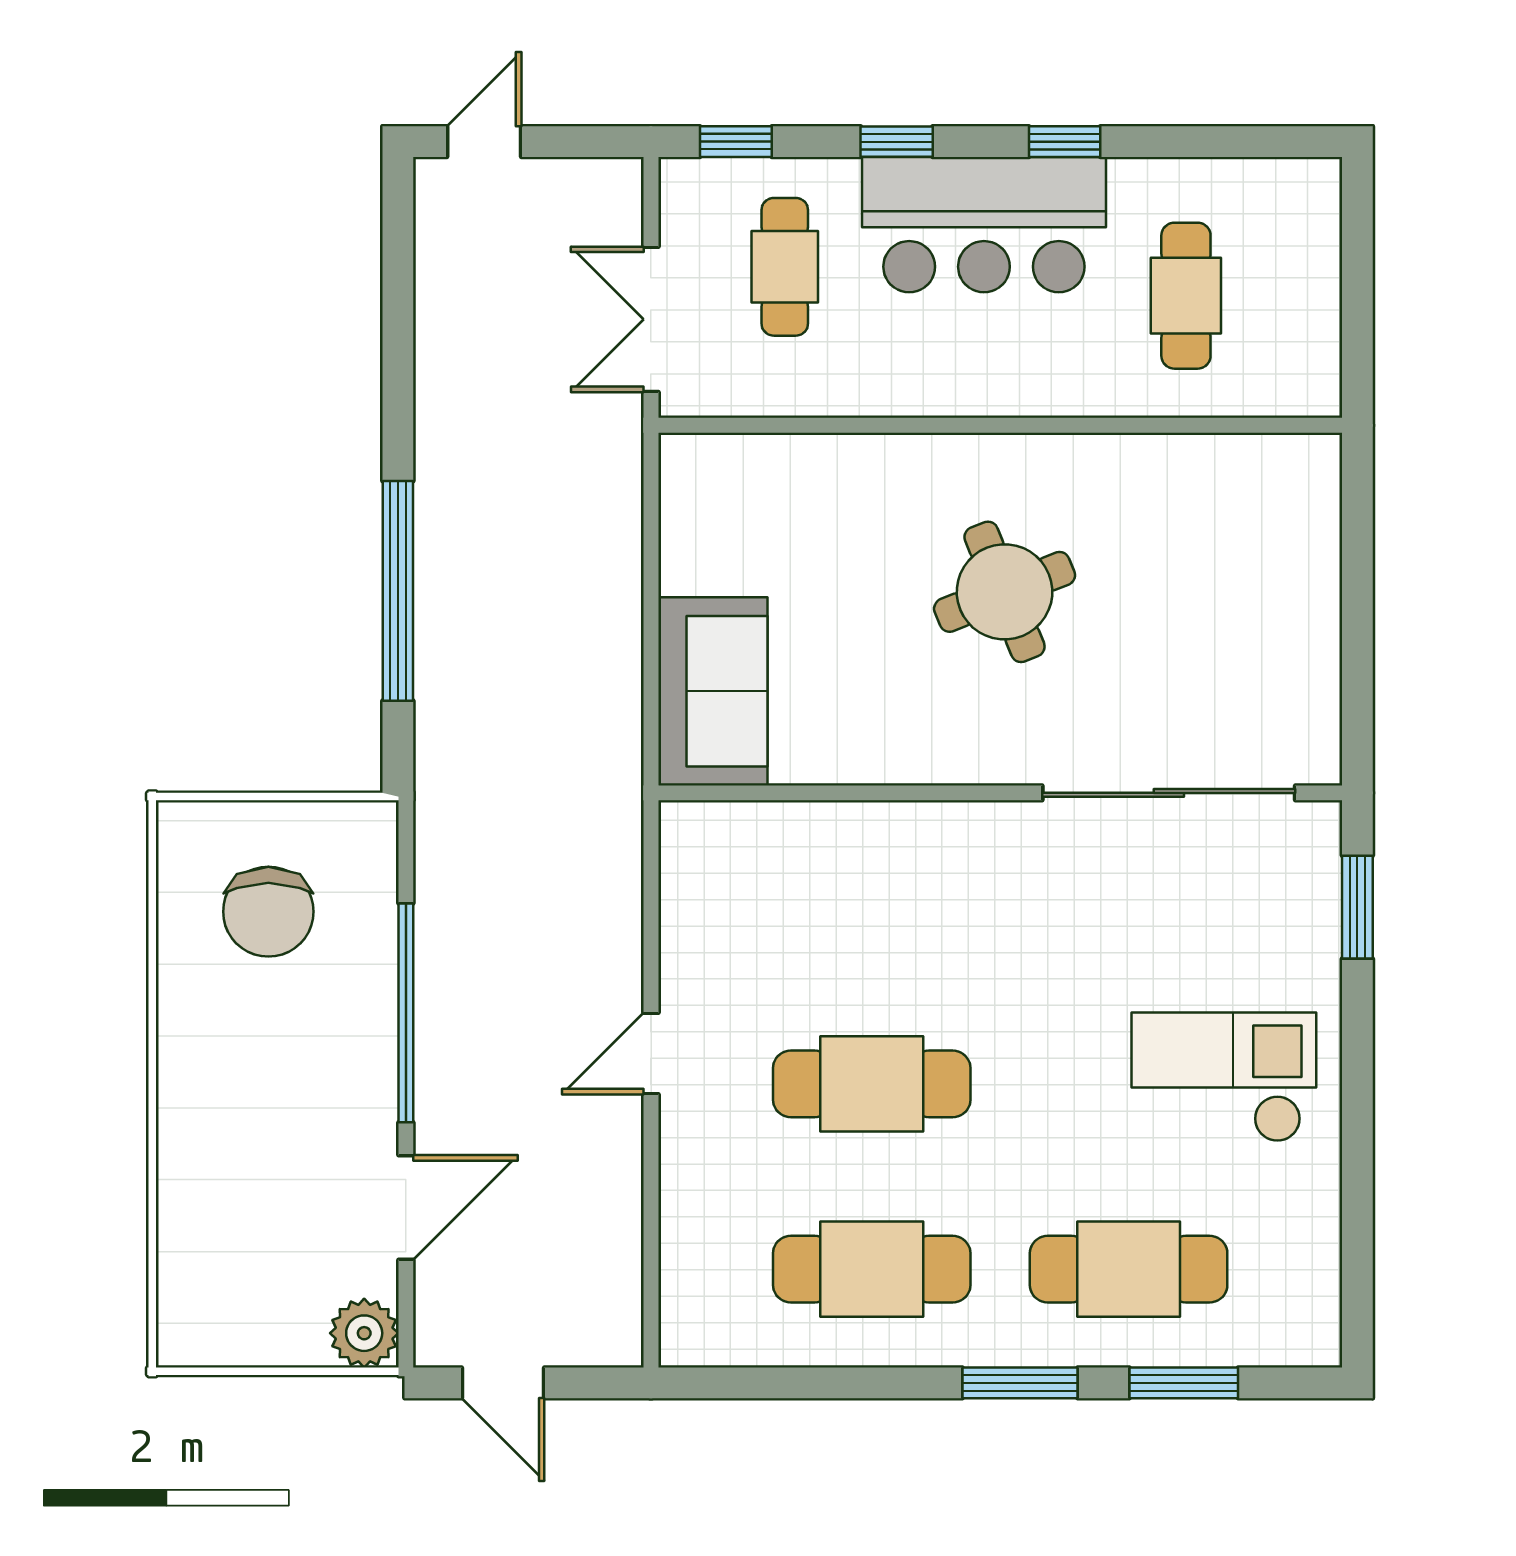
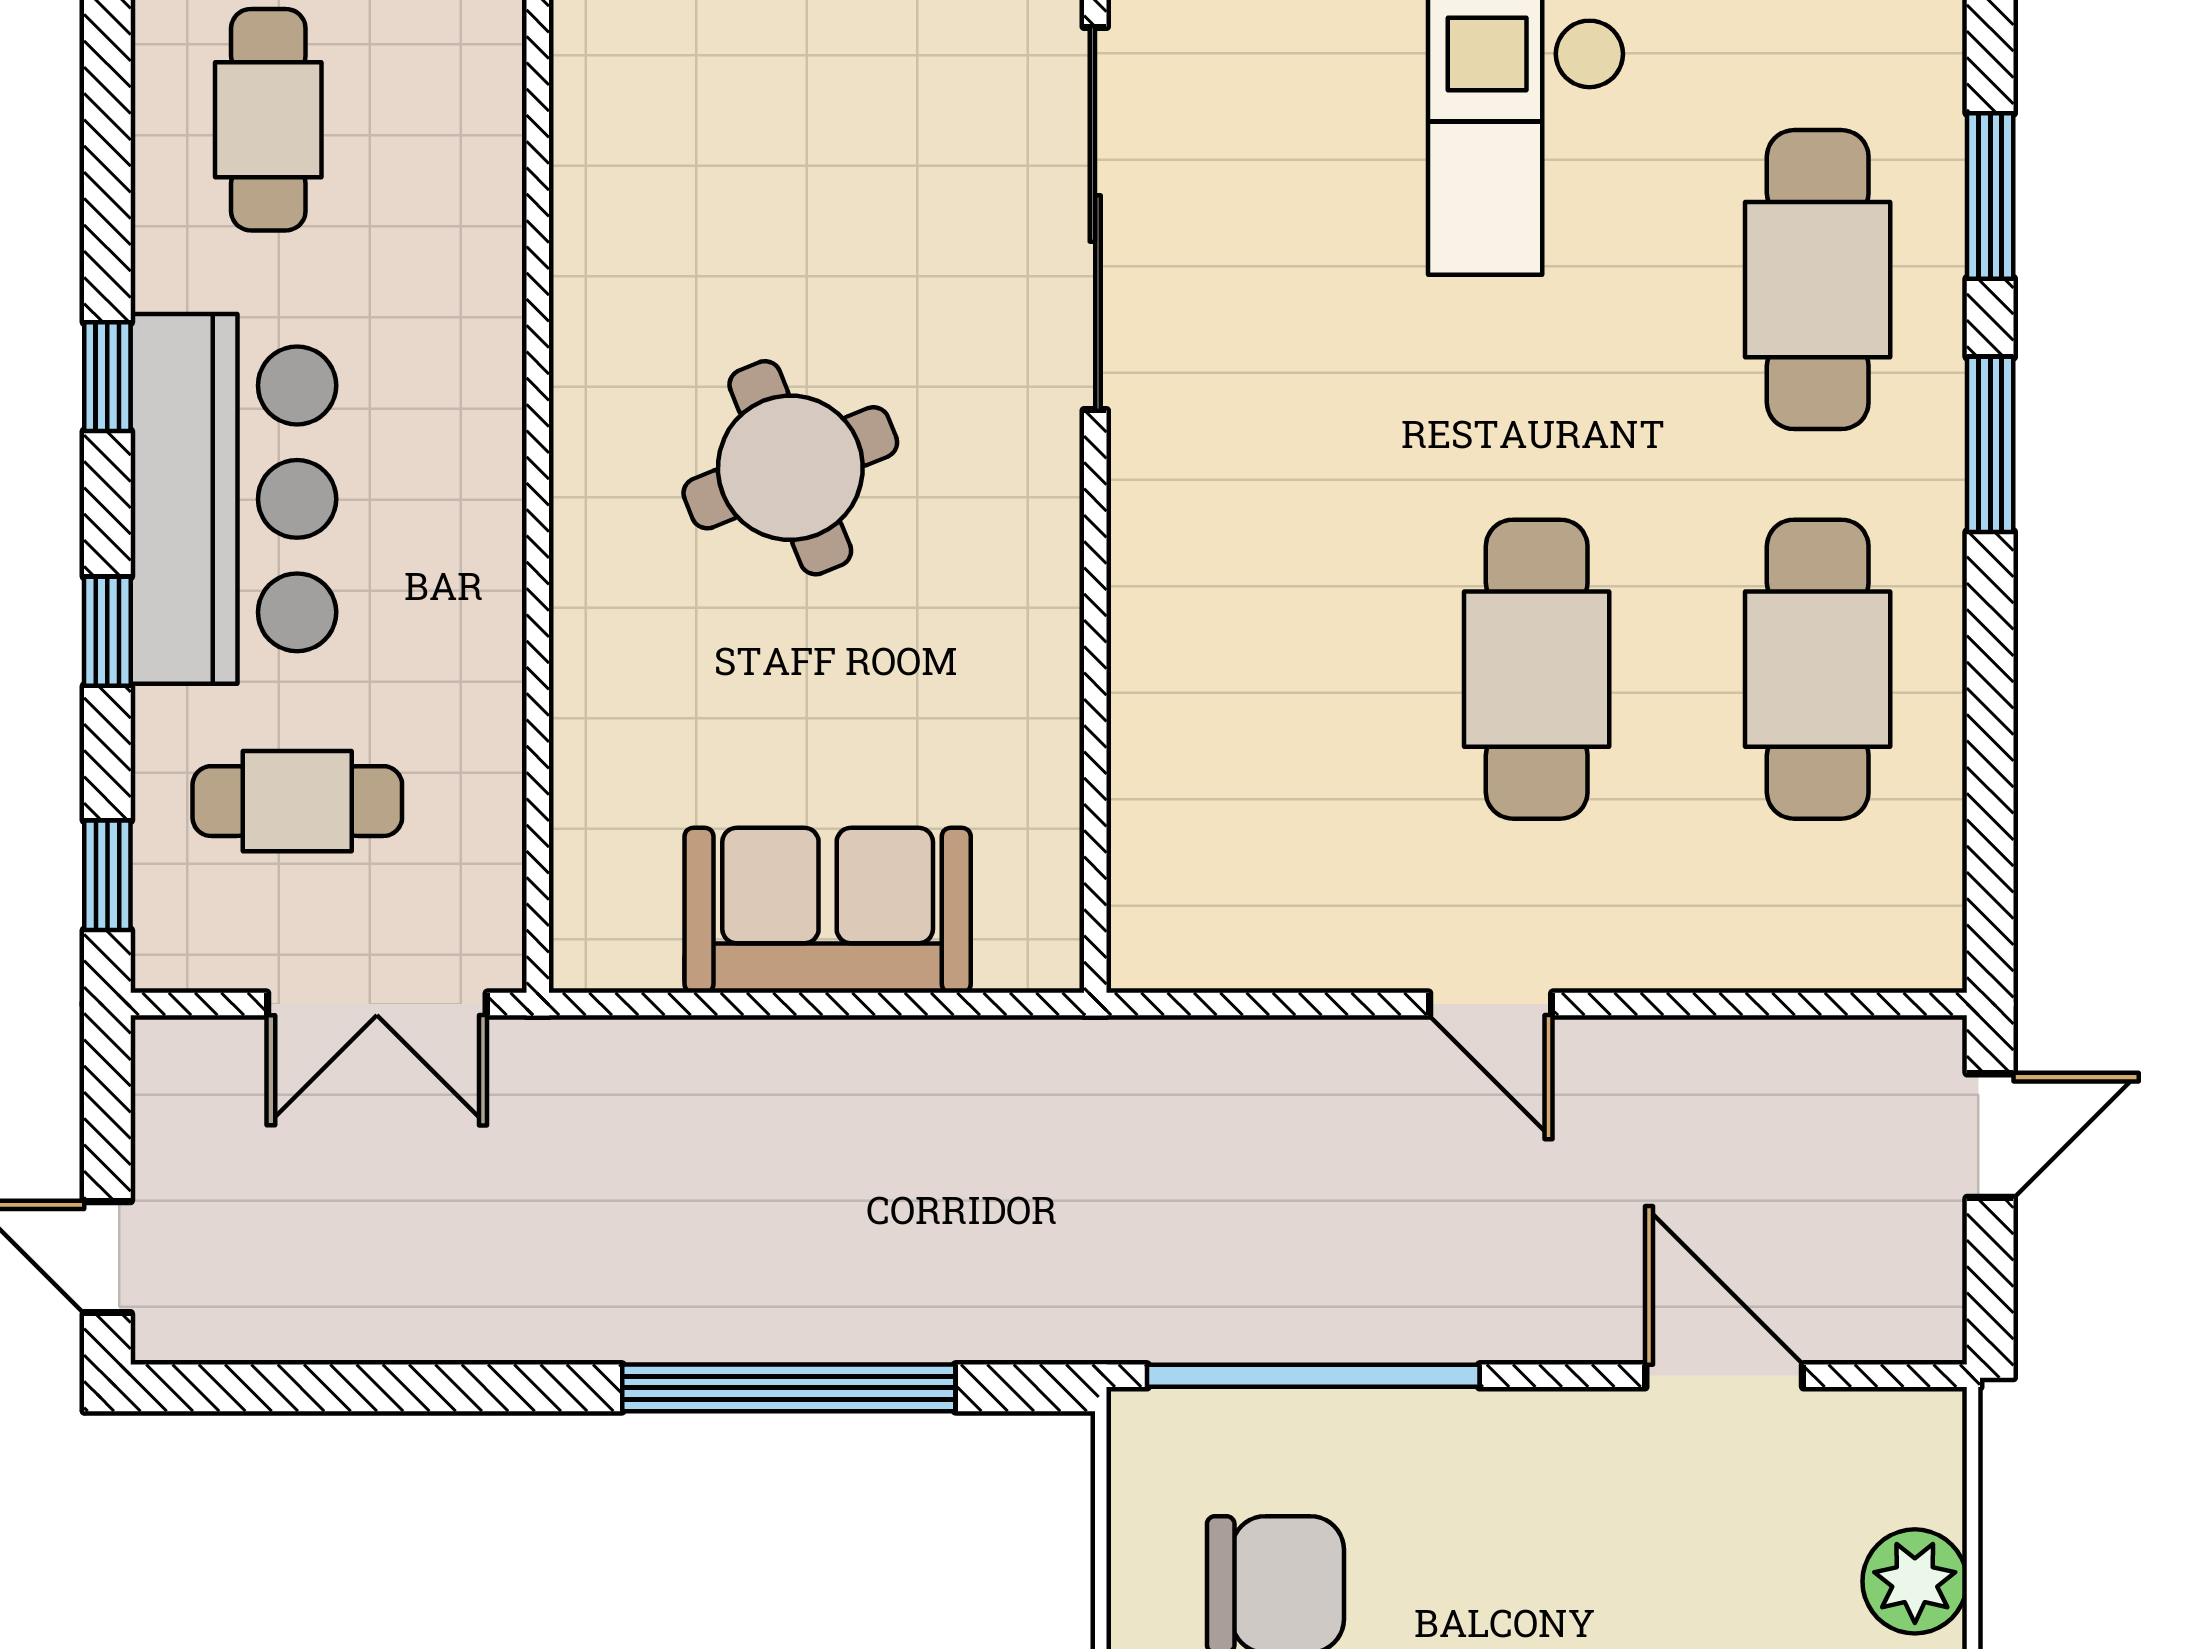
cafe table: (1186, 296) -> (268, 120), moved, turned 90
sofa: (713, 691) -> (828, 910), moved
window: (406, 1013) -> (1313, 1376), moved
plant: (364, 1333) -> (1915, 1581), moved
door: (503, 1383) -> (1990, 1136), moved

